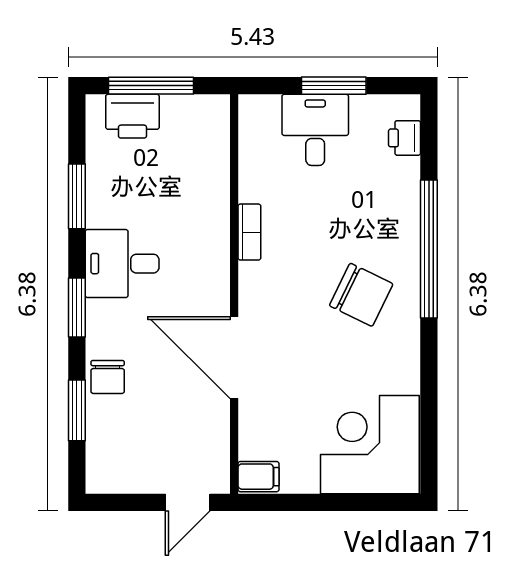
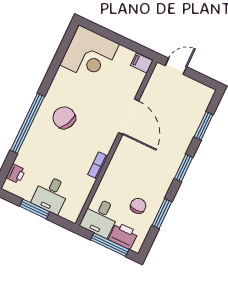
desk: (122, 264) -> (100, 217), moved, turned 90
chair: (108, 377) -> (138, 206), moved

